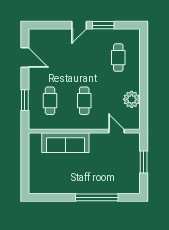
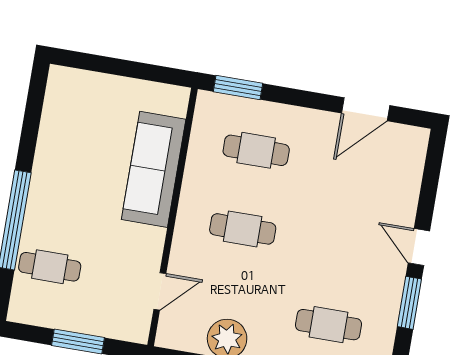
window: (25, 100) -> (238, 87), moved
cafe table: (114, 179) -> (50, 267), added

